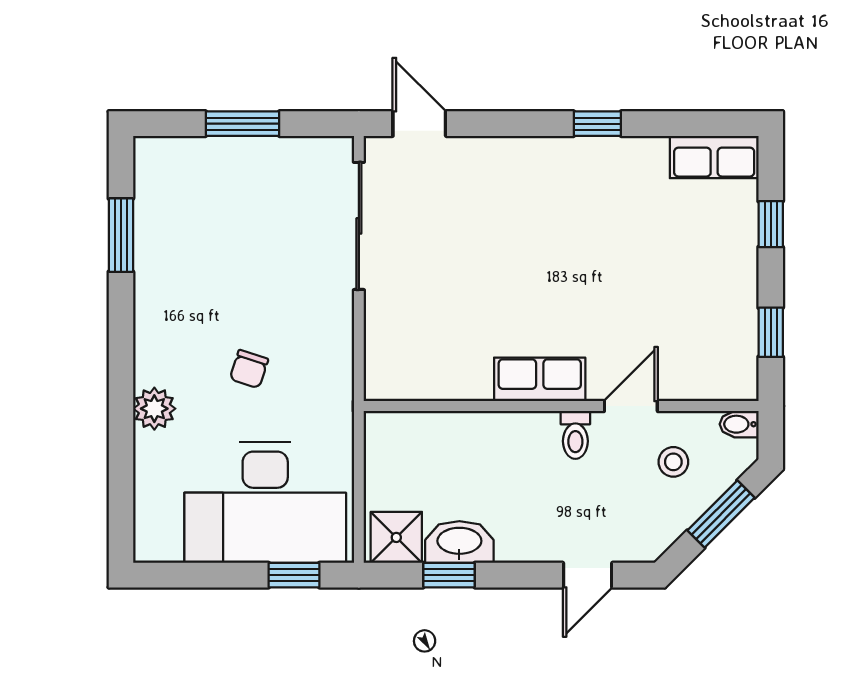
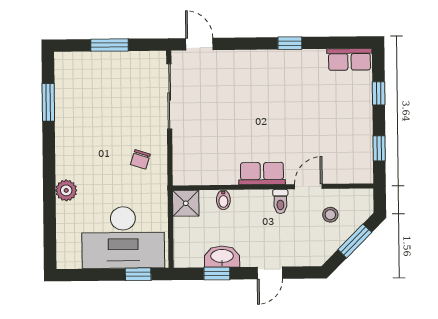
chair: (249, 369) -> (140, 159), moved
bidet: (739, 424) -> (223, 200), moved, turned -90
shower: (396, 537) -> (186, 203), moved
door: (588, 575) -> (270, 273), moved

